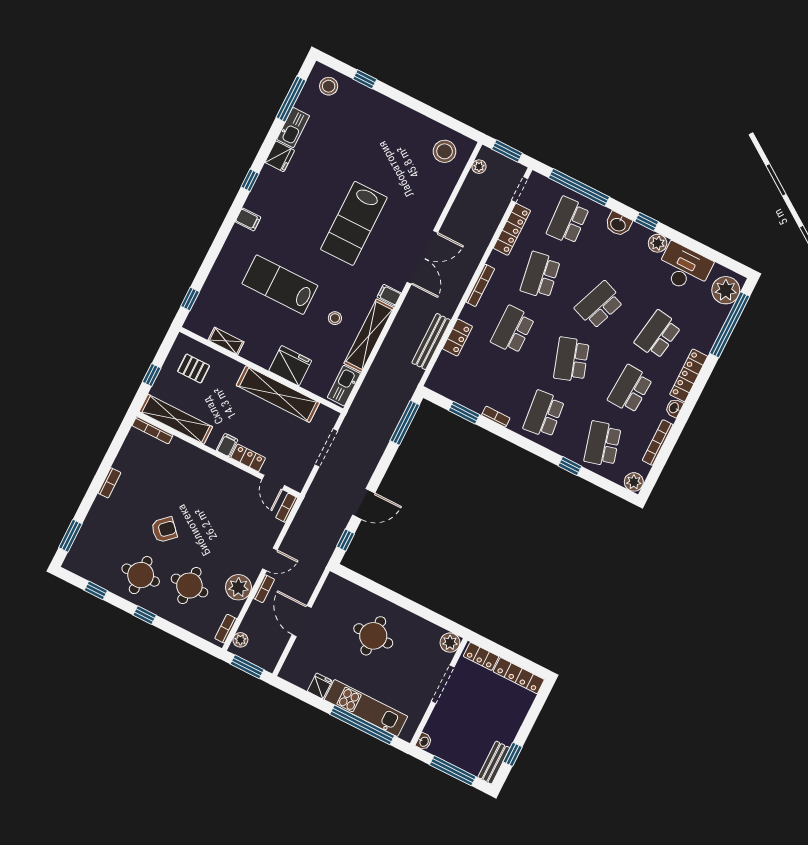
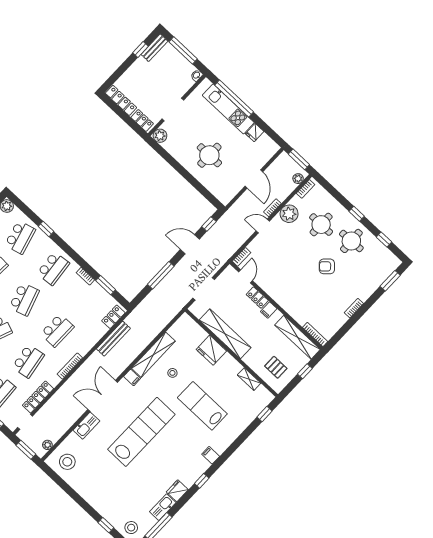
lab bench: (354, 223) -> (141, 432), width x1.36
lab bench: (280, 285) -> (202, 406), turned 180
locker: (457, 337) -> (113, 317), moved
kitchen sink: (344, 386) -> (86, 426), moved
window: (405, 423) -> (161, 275), moved

